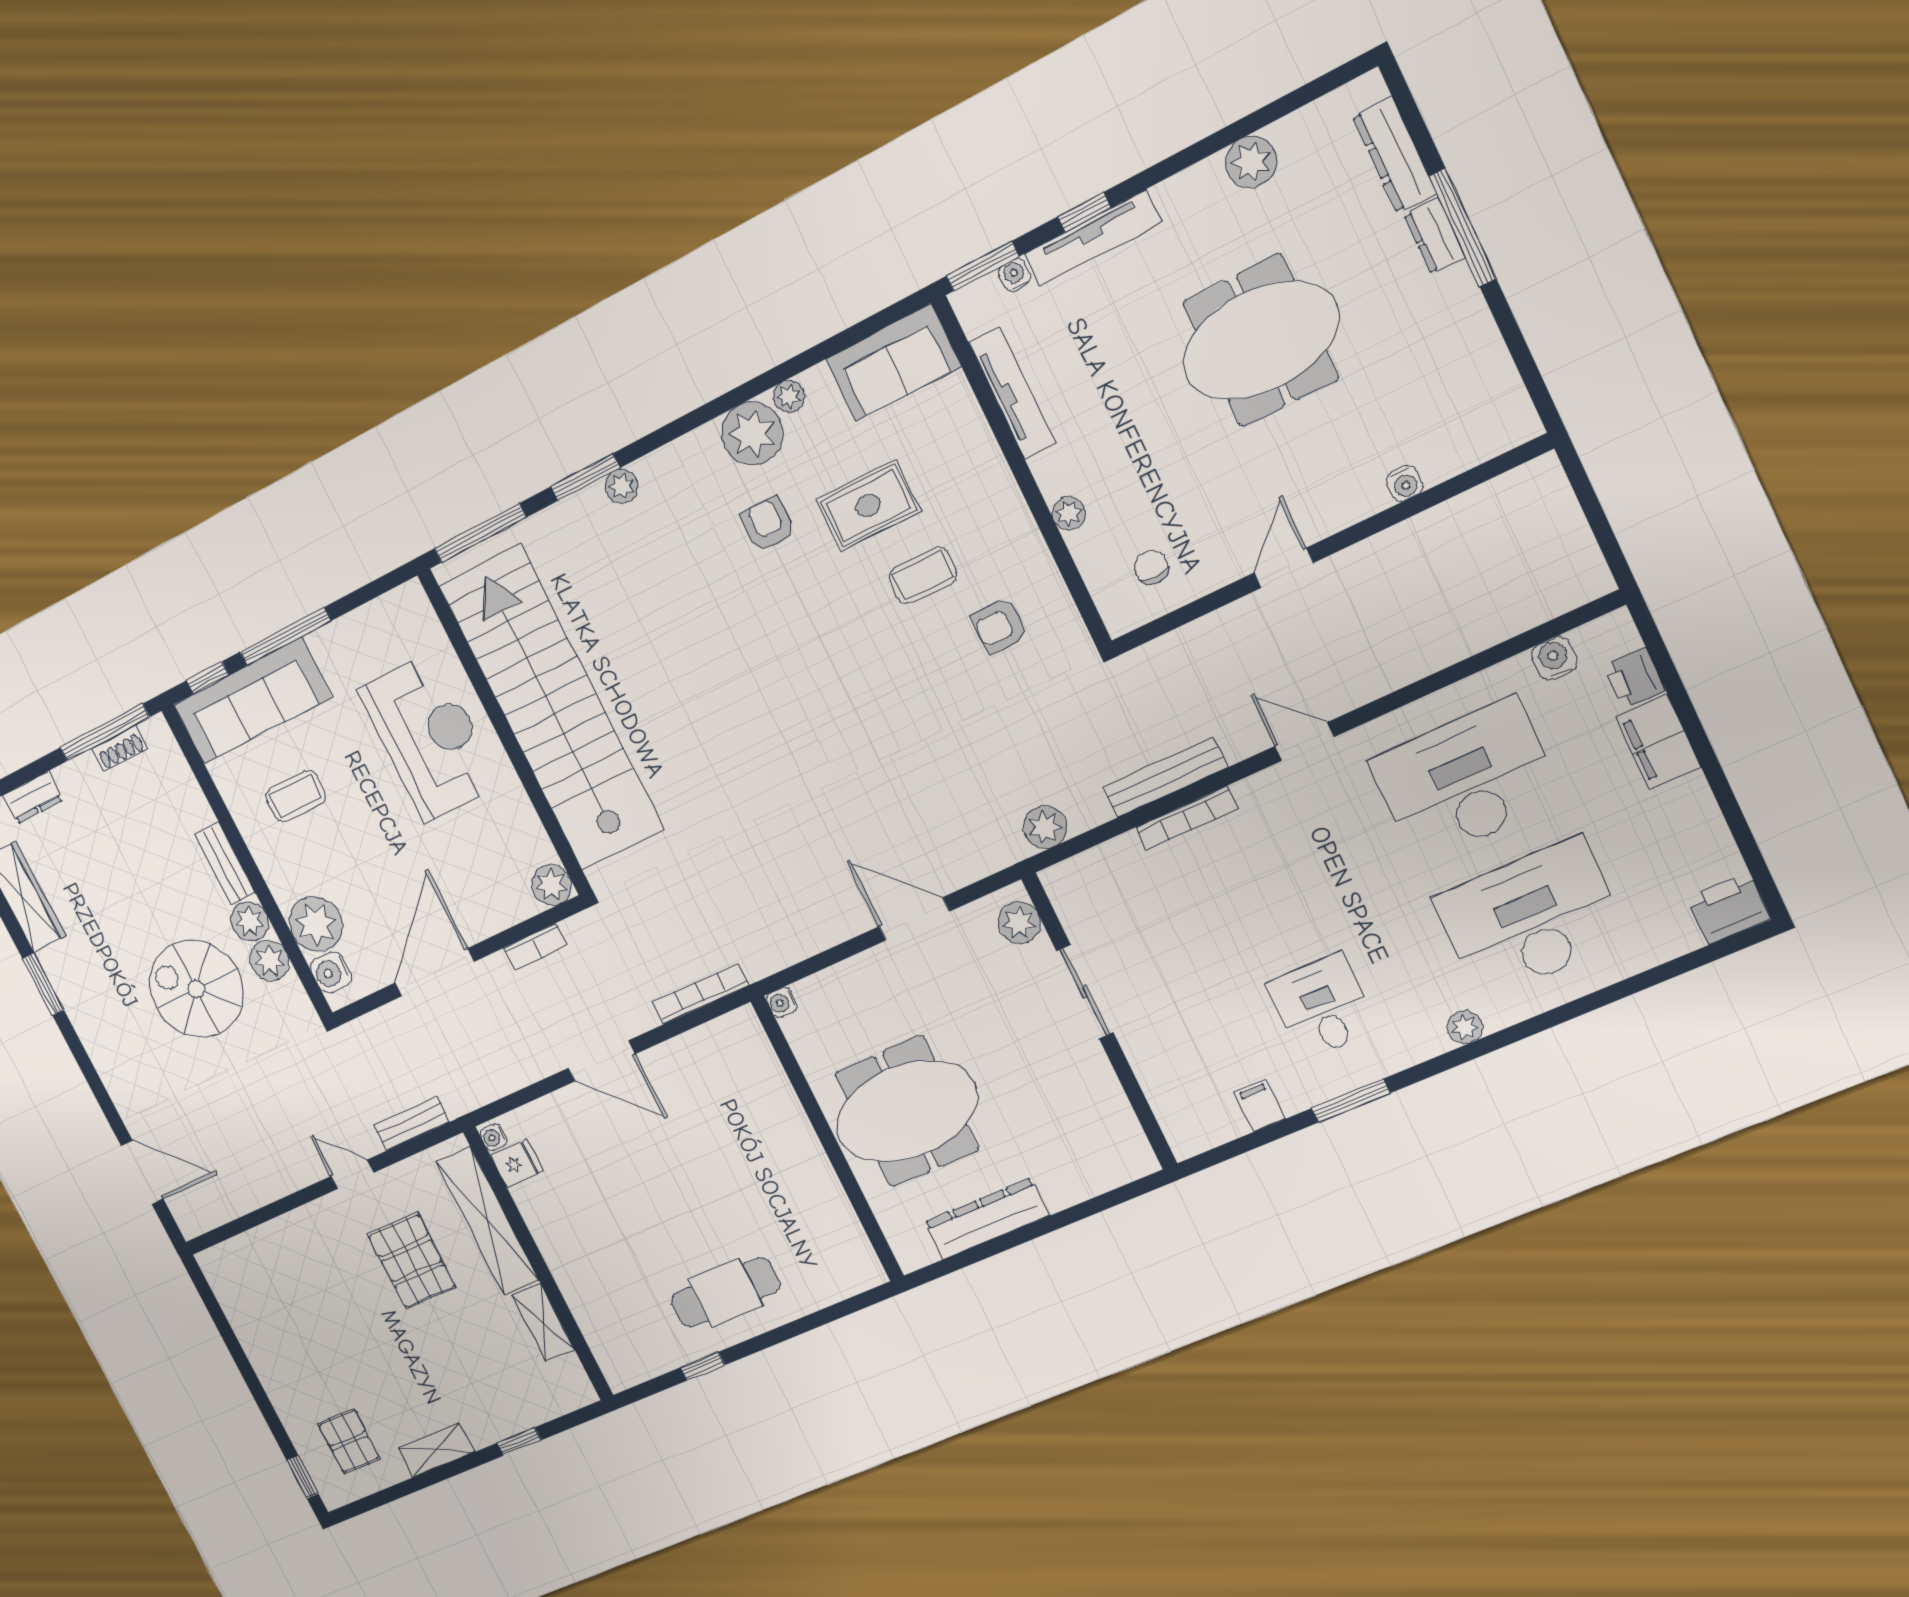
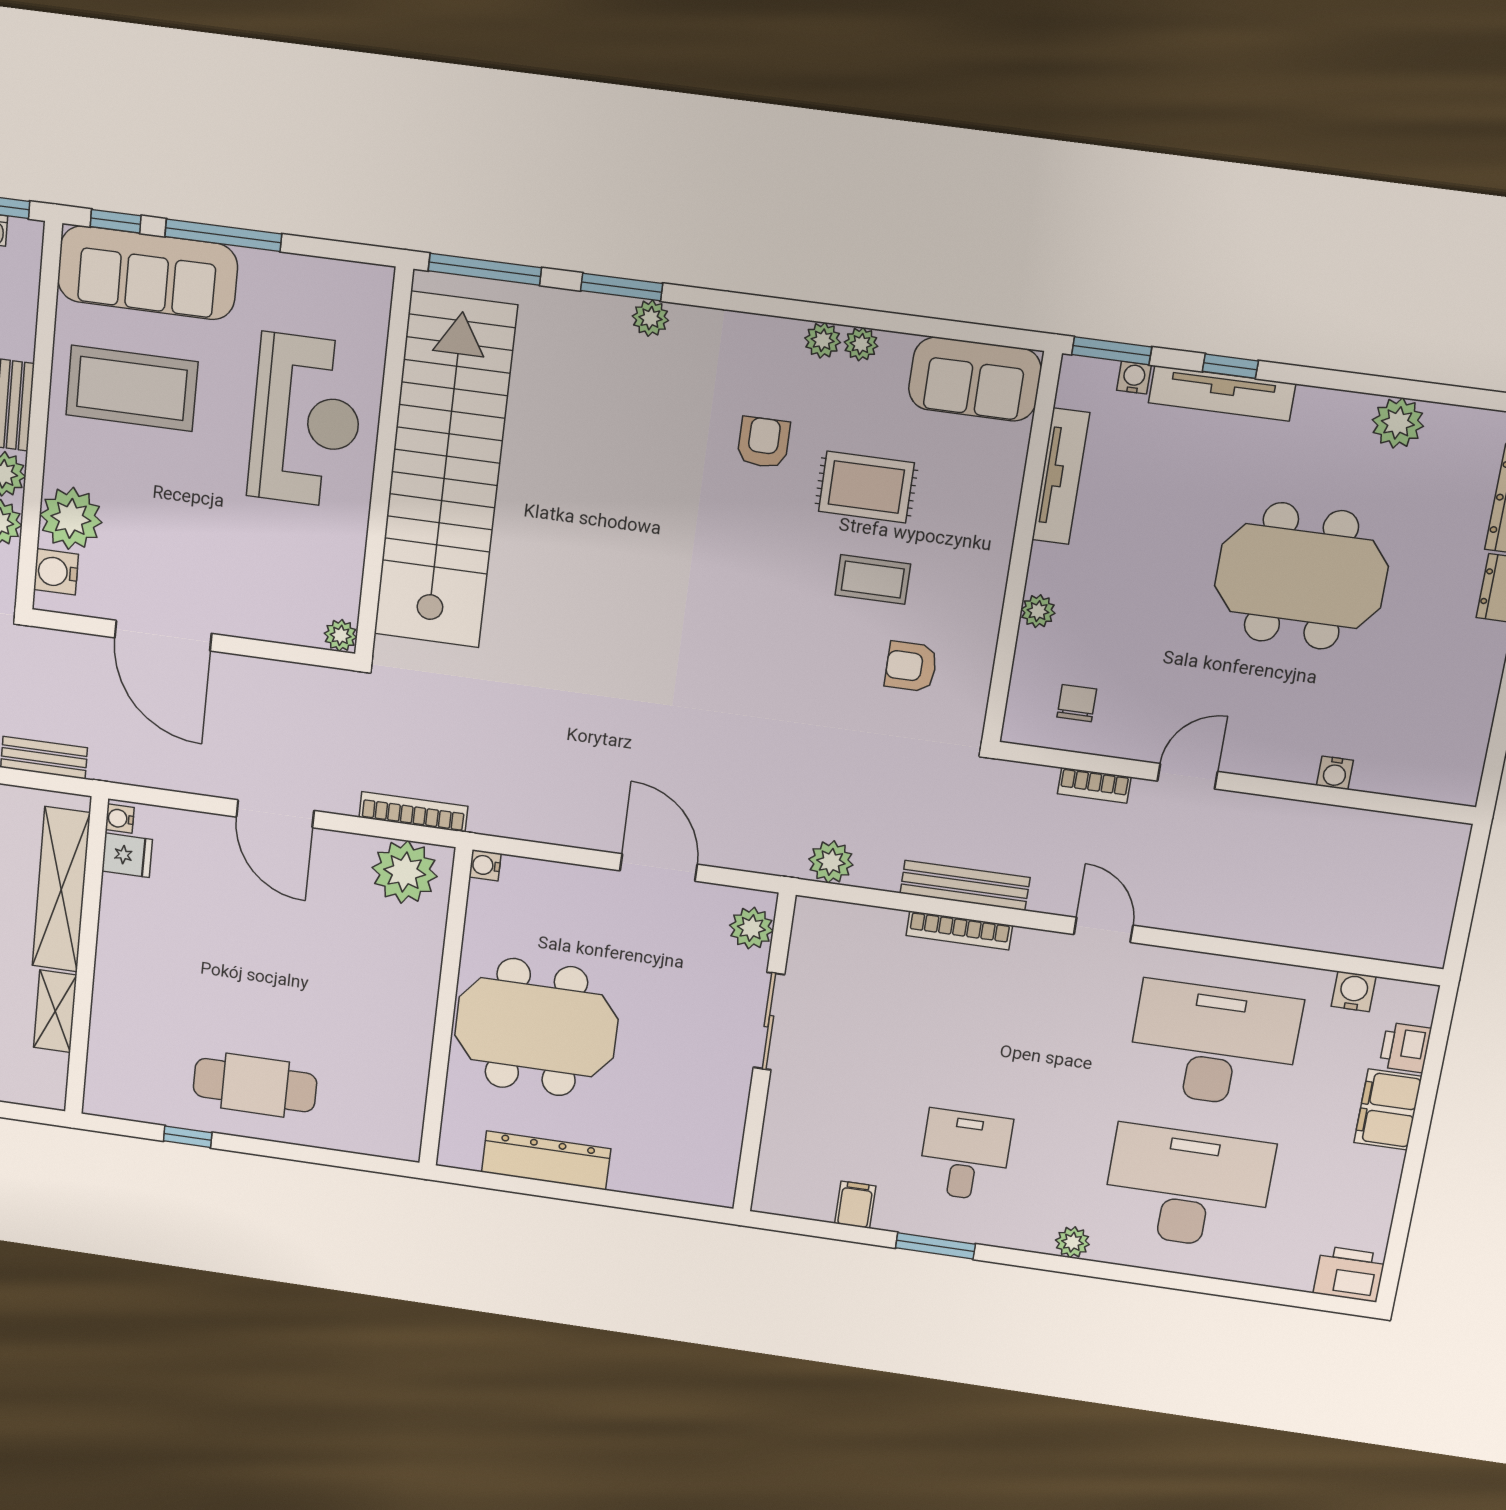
plant: (752, 433) -> (823, 340), width x0.53, depth x0.53
coffee table: (296, 796) -> (132, 388), width x1.86, depth x1.72
plant: (552, 885) -> (341, 635), width x0.73, depth x0.73
bookcase: (535, 946) -> (1094, 785), moved
door: (435, 972) -> (163, 636), swing flipped
plant: (726, 1047) -> (405, 872), added

